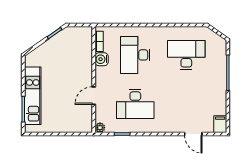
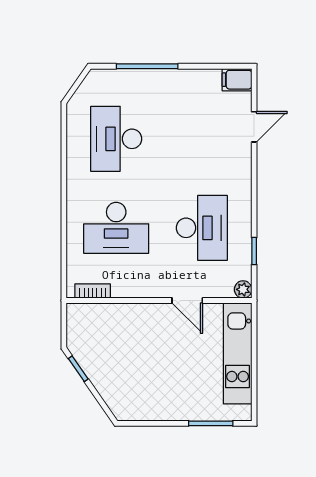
water cooler: (102, 59) -> (124, 287), removed
kitchen unit: (33, 96) -> (238, 353), moved, turned -90

